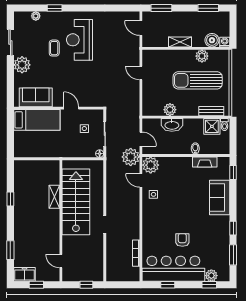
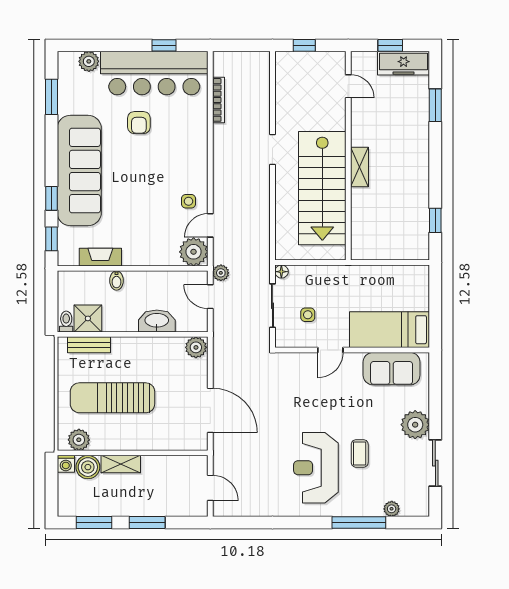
window: (55, 8) -> (359, 522), width x2.17
window: (161, 8) -> (147, 522), moved
reception desk: (80, 40) -> (316, 468), turned 180
shelving: (180, 42) -> (121, 464), moved
plant: (202, 56) -> (79, 440), moved
door: (141, 73) -> (210, 410), width x1.88
sun lounger: (198, 80) -> (112, 398), turned 180
door: (71, 108) -> (330, 350), hinge flipped
plant: (170, 110) -> (196, 347), moved
plant: (131, 157) -> (221, 273), width x0.53, depth x0.53
door: (141, 180) -> (210, 225), swing flipped
shelving: (54, 197) -> (360, 167), moved
sofa: (220, 197) -> (79, 170), width x1.85, depth x1.27
window: (10, 199) -> (435, 220), moved
window: (233, 228) -> (51, 198), moved
freezer: (24, 274) -> (404, 63), width x1.40
window: (209, 285) -> (92, 45), removed

